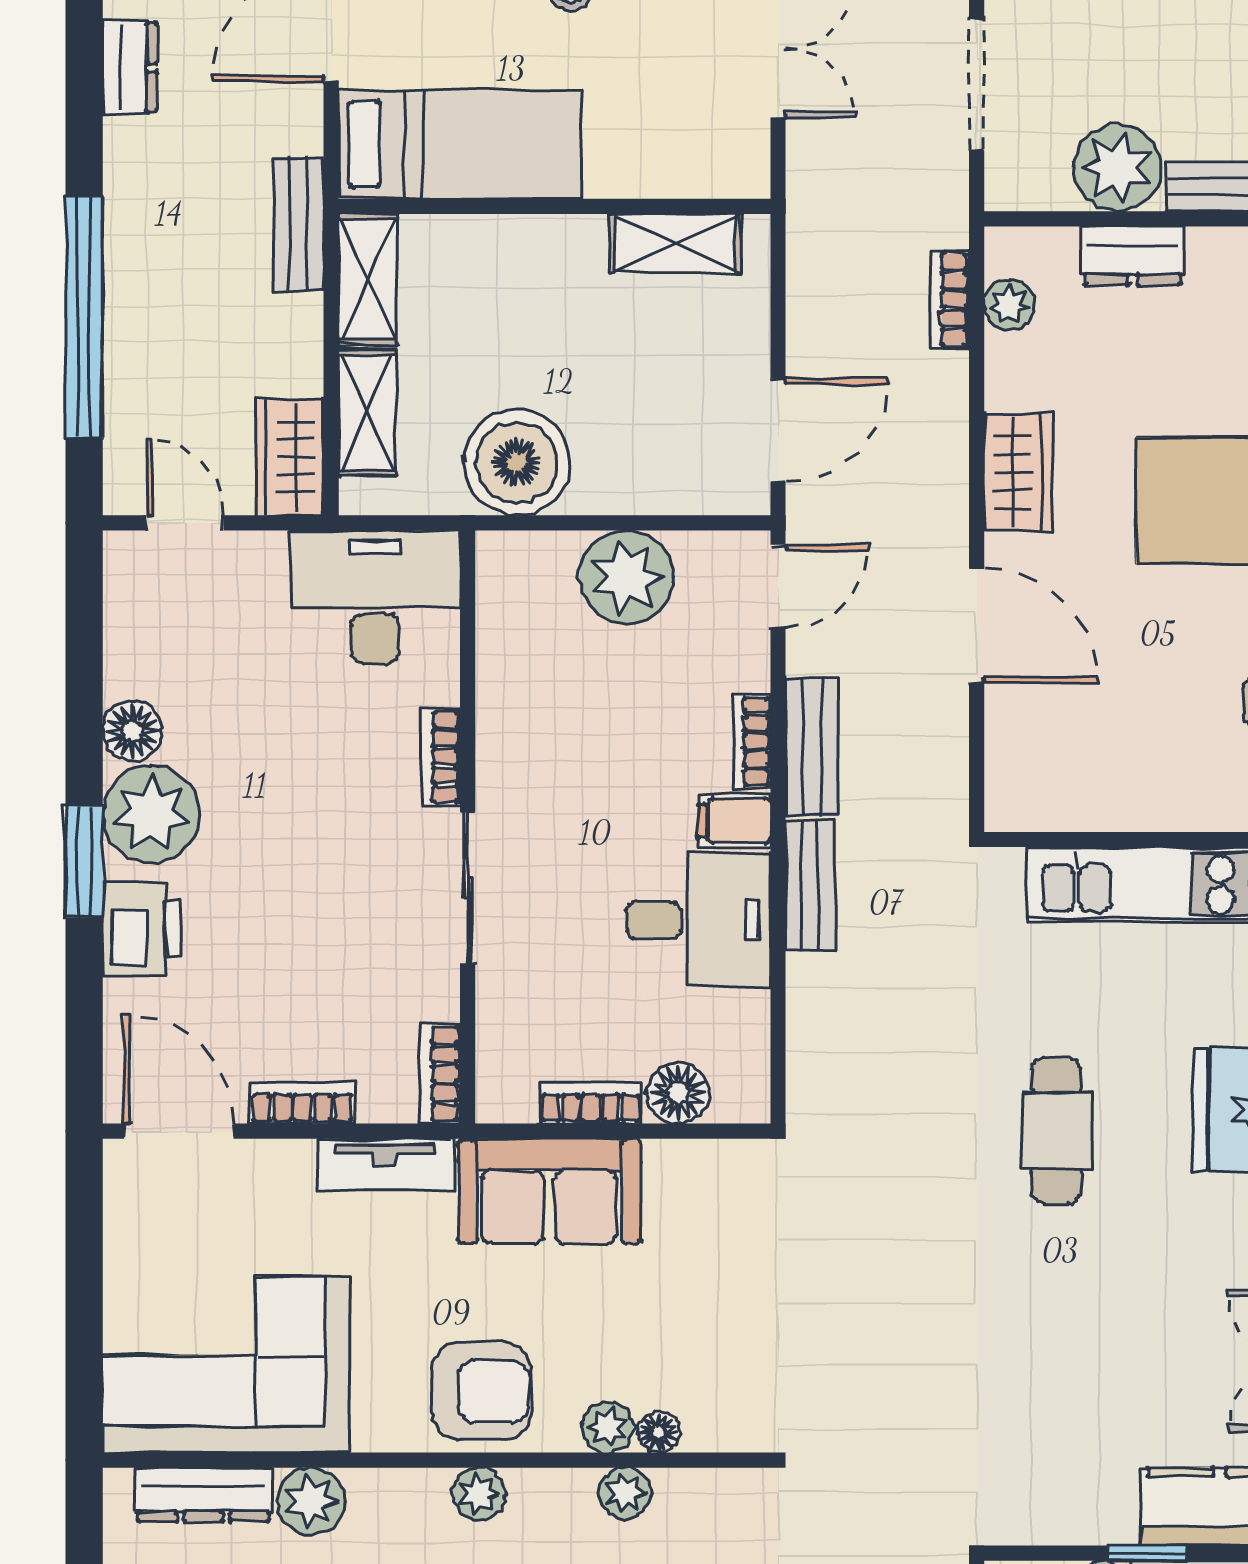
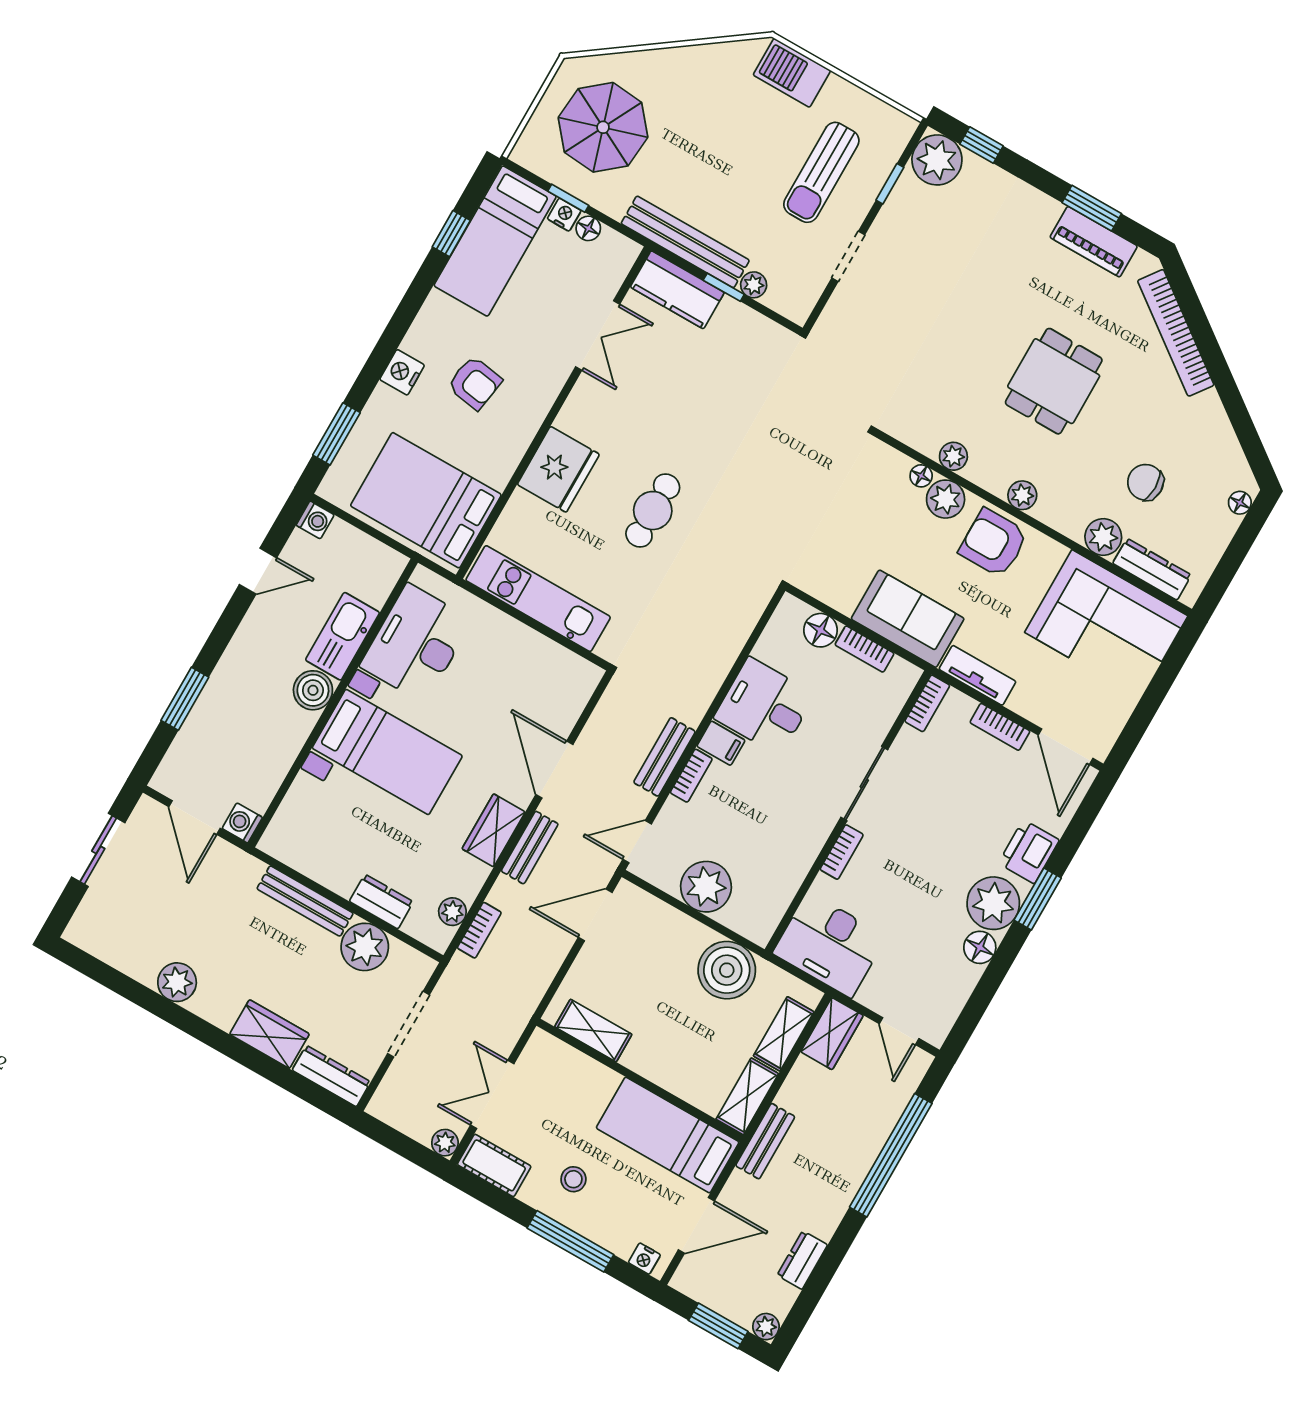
bench: (810, 886) -> (530, 848), moved
plant: (608, 1427) -> (946, 499), width x1.38, depth x1.38

